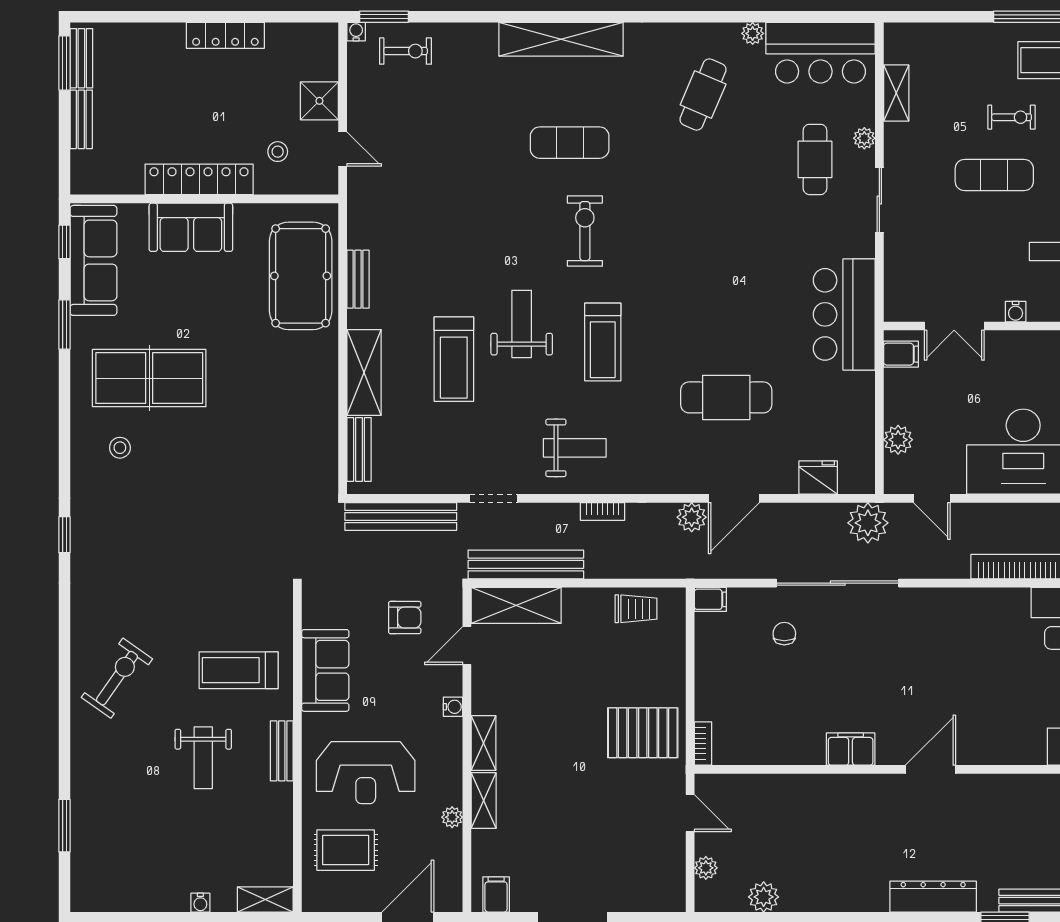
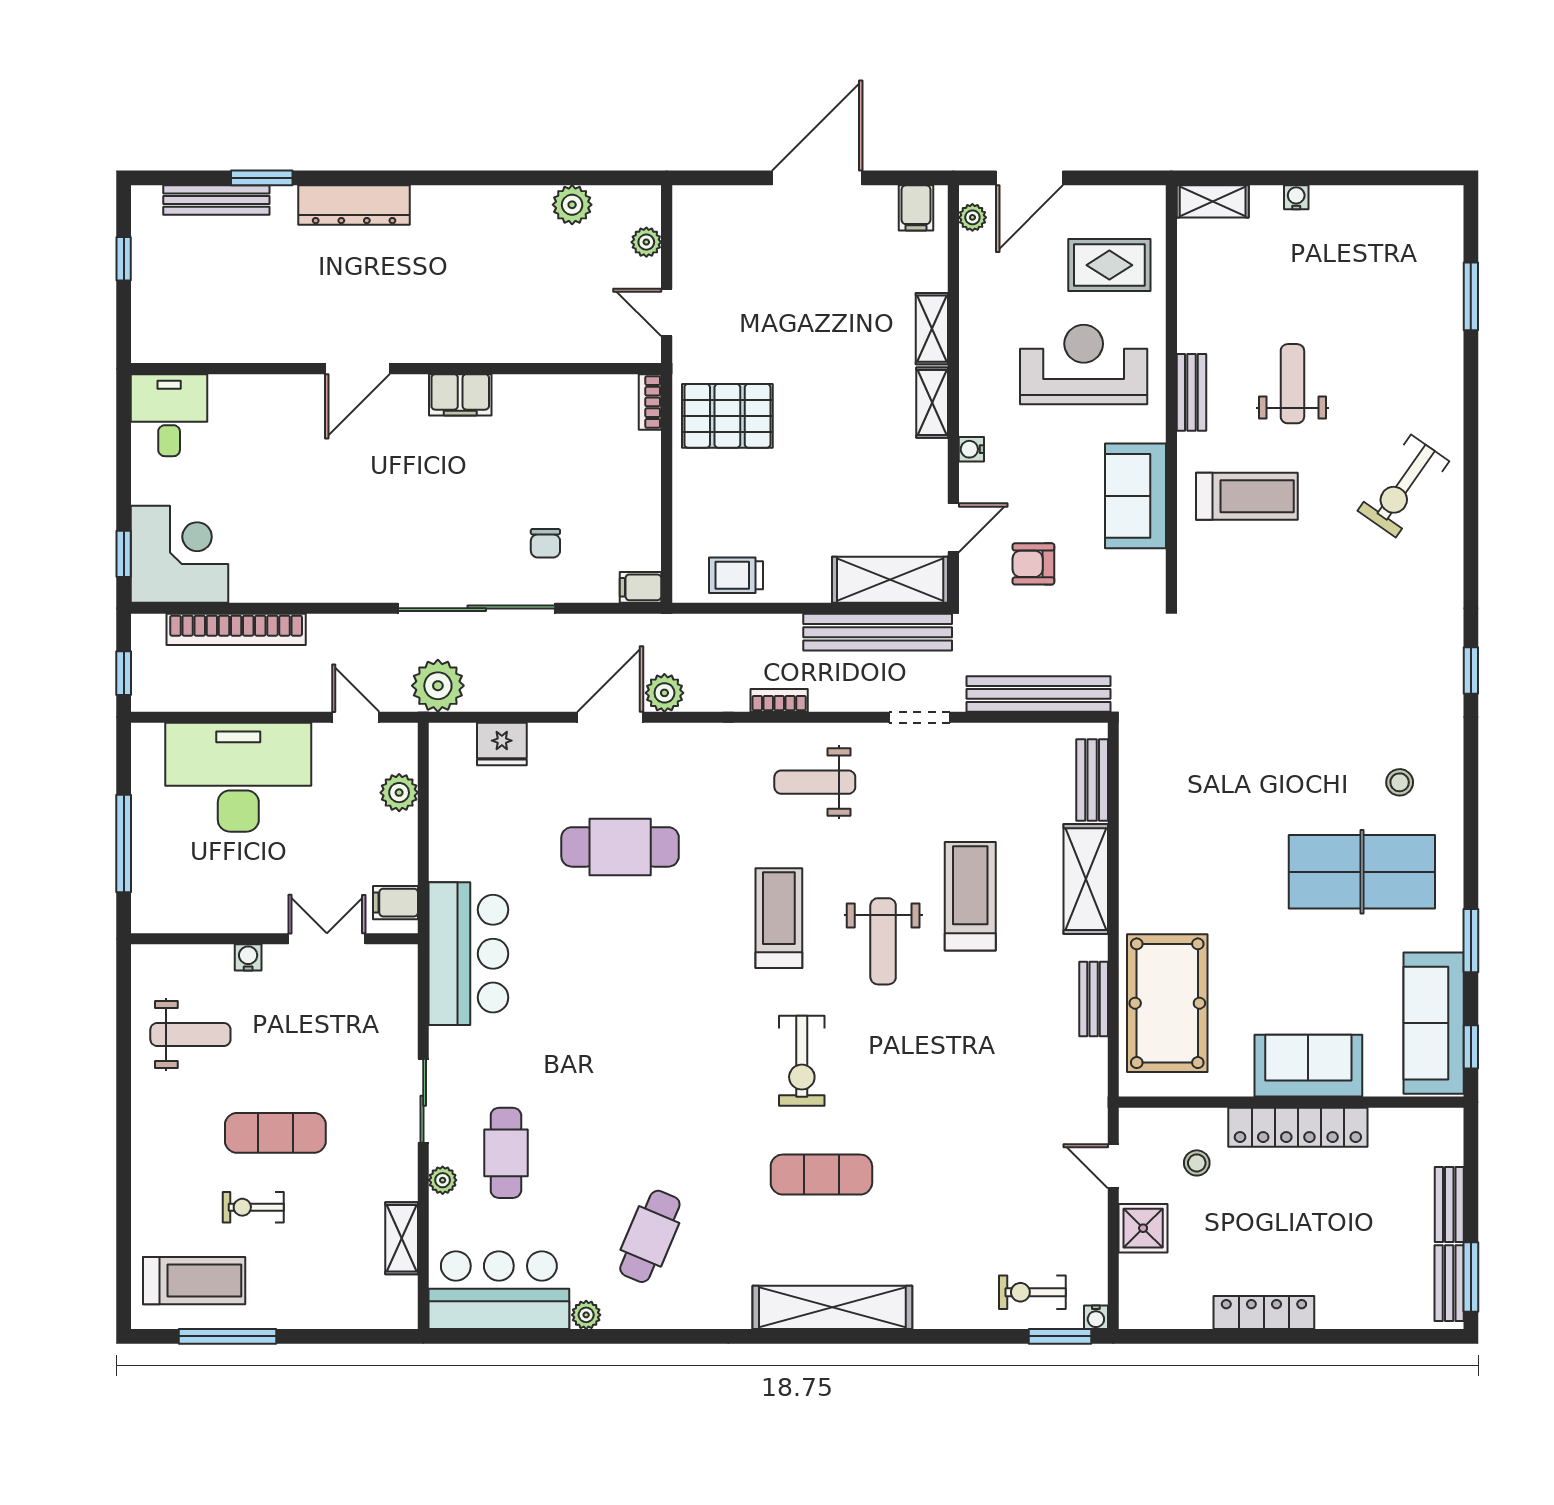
plant: (452, 817) -> (972, 217), moved

